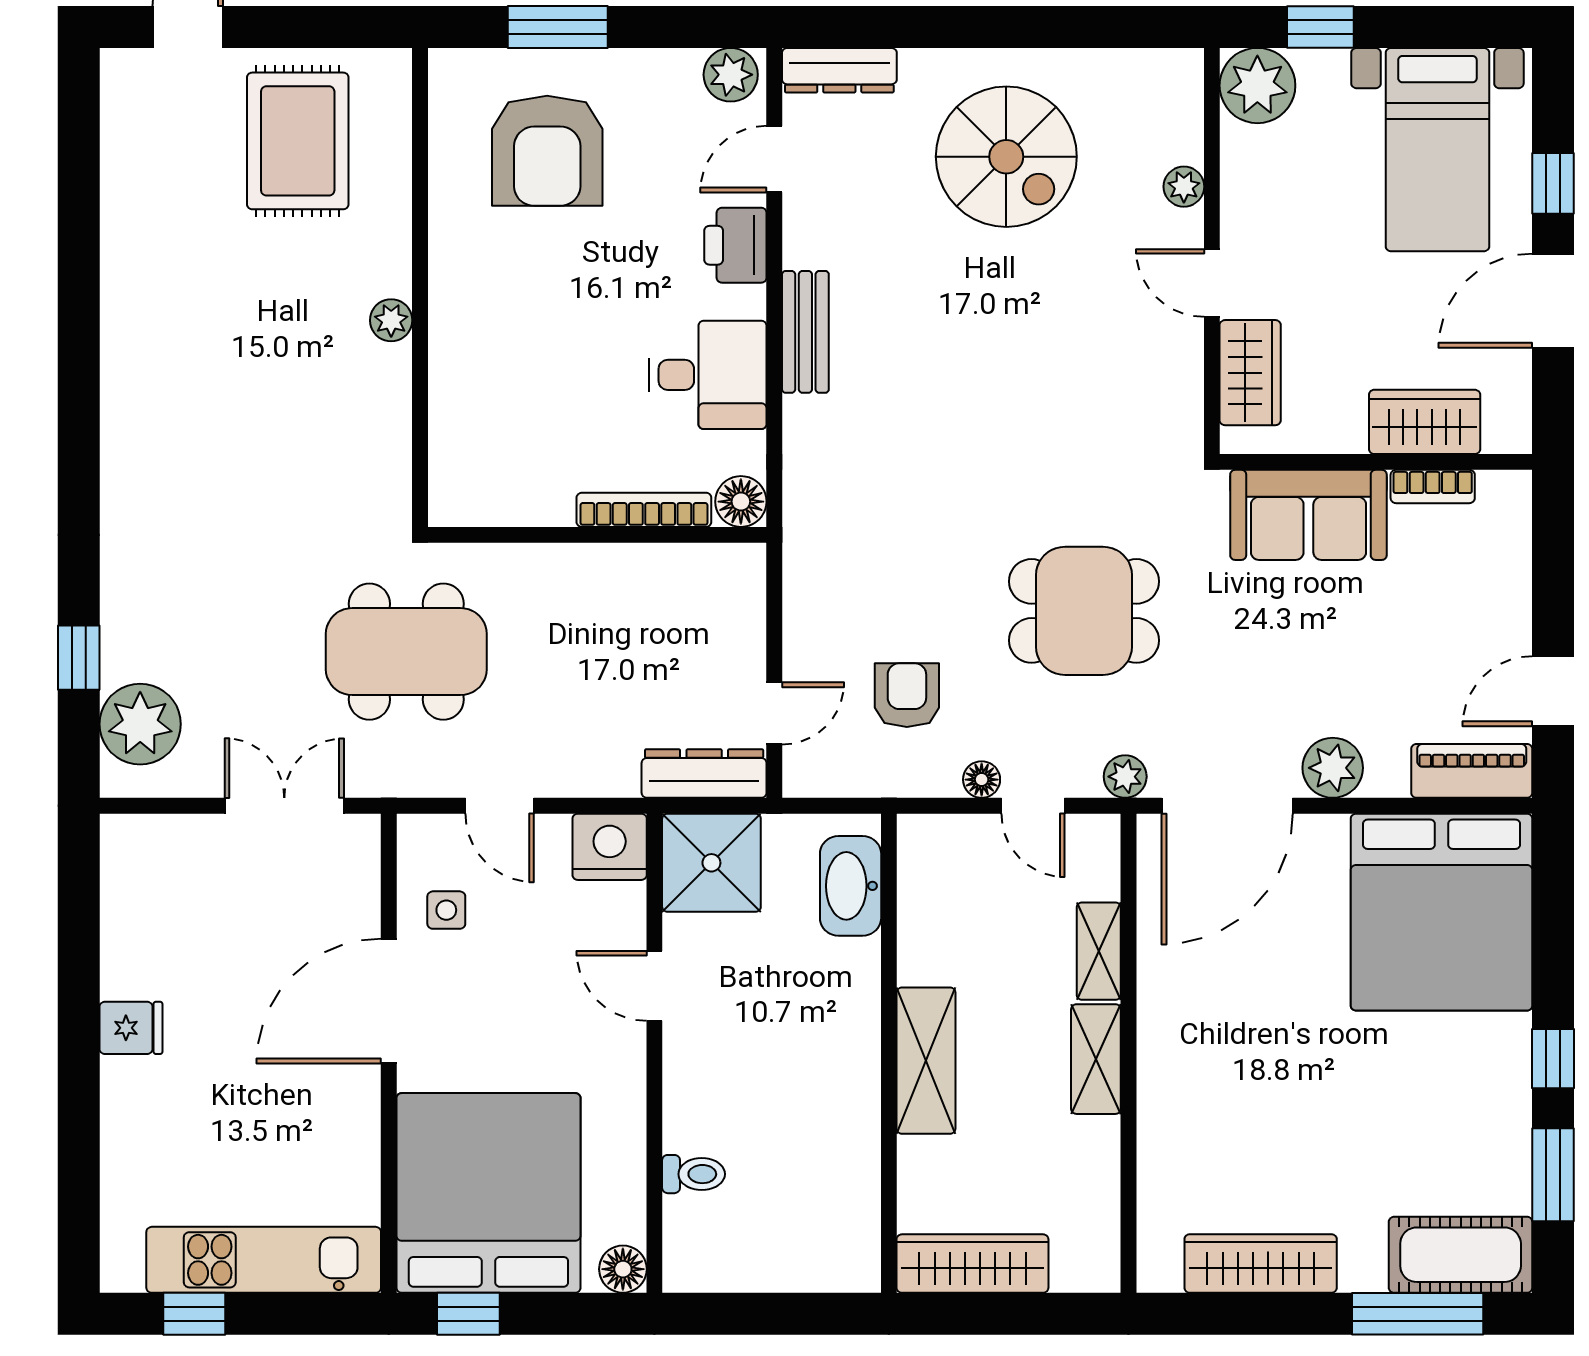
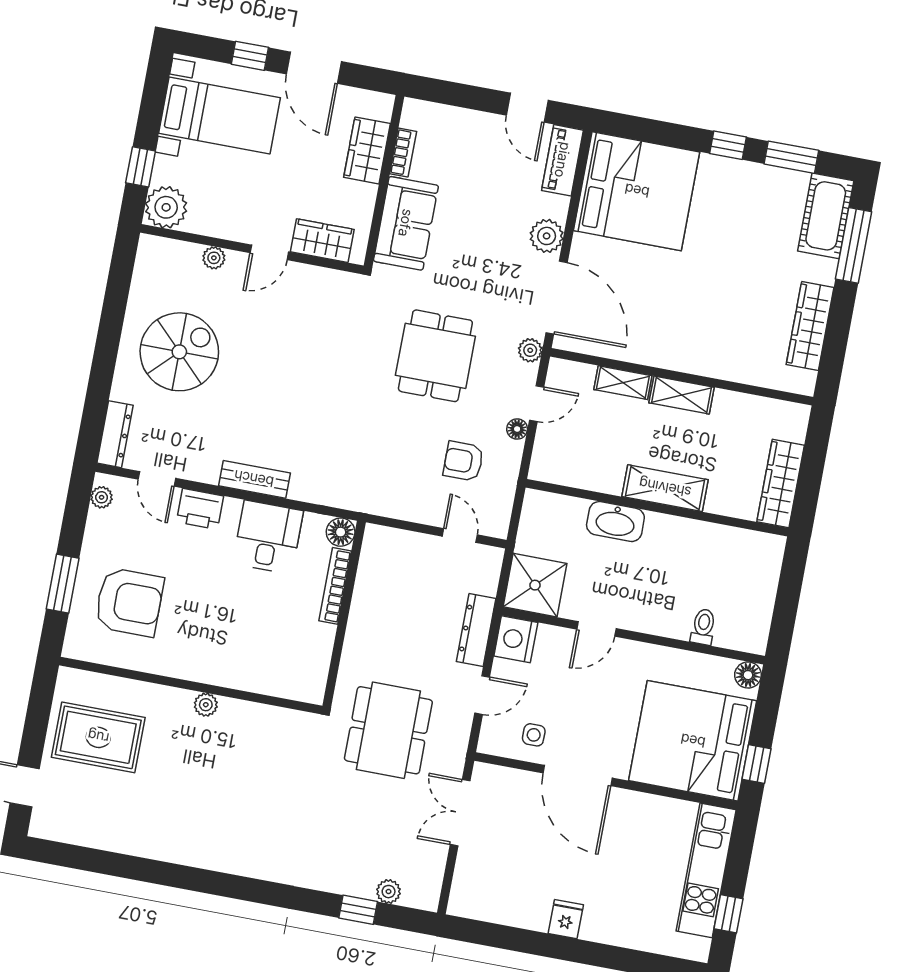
plant: (731, 75) -> (102, 497), width x0.73, depth x0.73
plant: (140, 724) -> (389, 892), width x0.53, depth x0.53
dresser: (704, 774) -> (476, 630), moved
washbasin: (851, 886) -> (615, 522), moved

